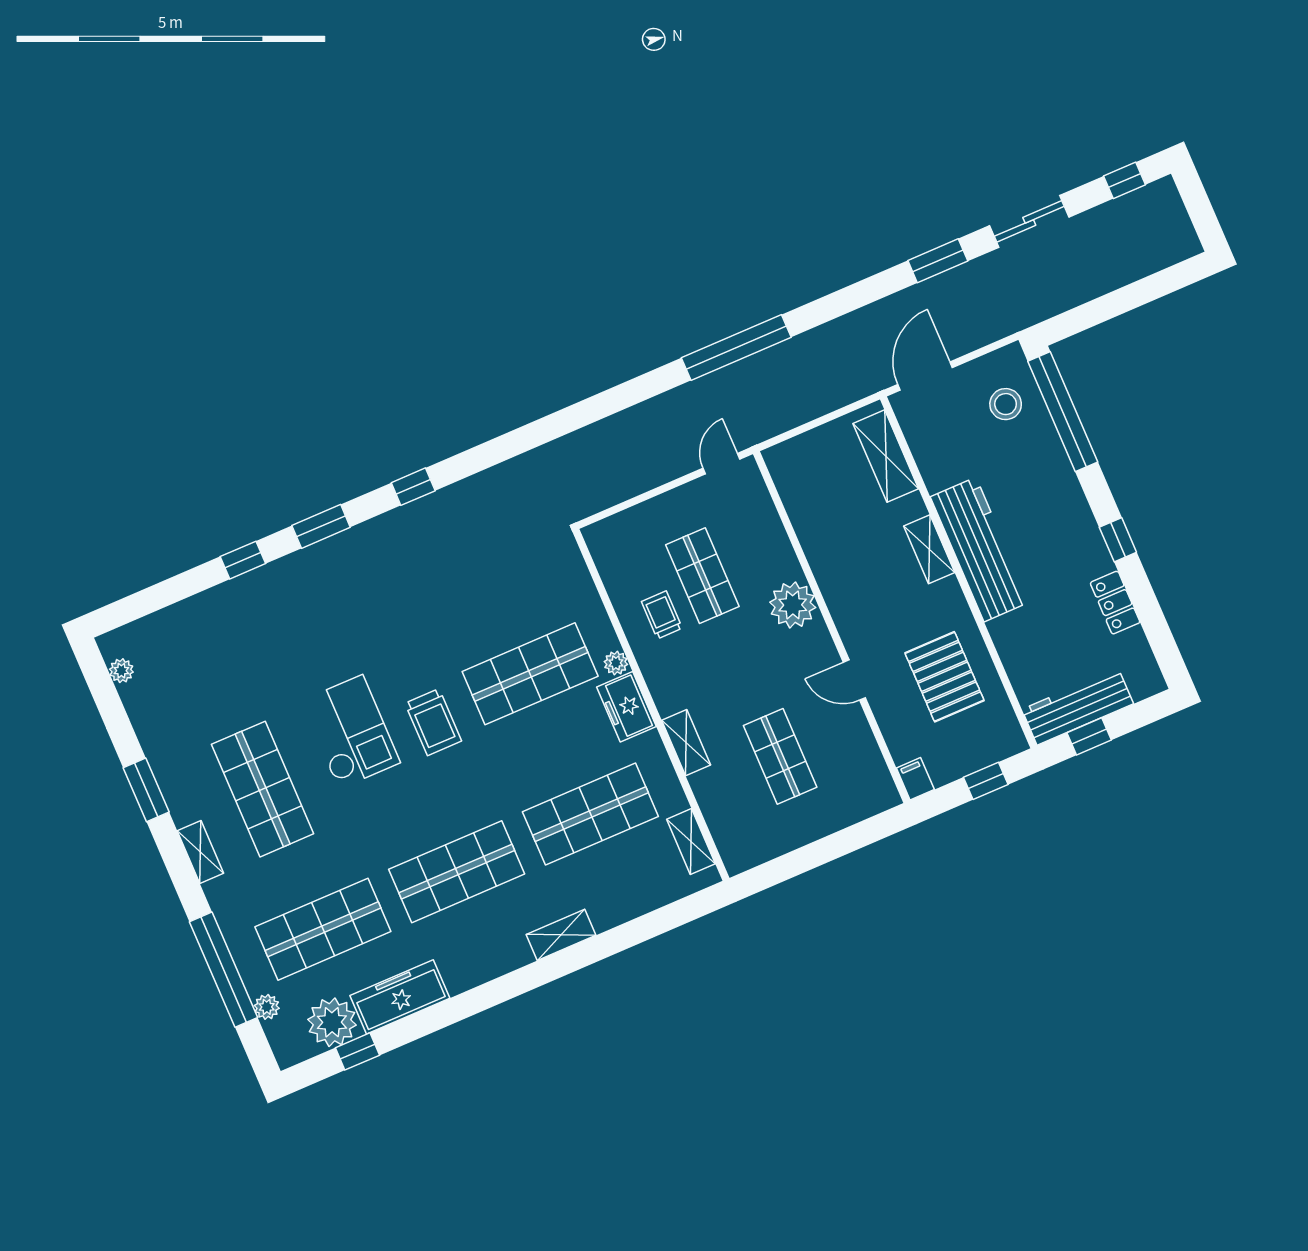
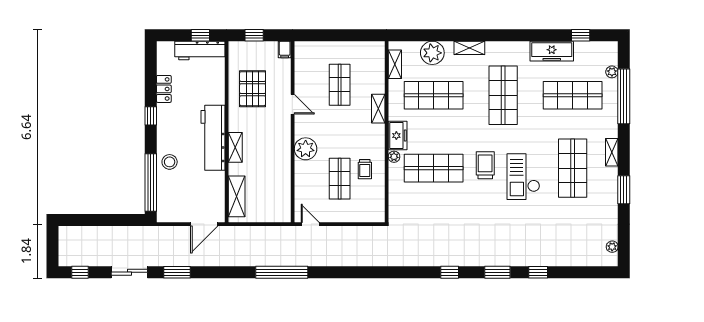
stool: (1006, 404) -> (170, 162), moved
door: (722, 464) -> (310, 224), swing flipped
shop shelf: (457, 872) -> (503, 95), turned 90
plant: (332, 1022) -> (432, 53), moved

